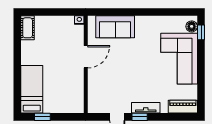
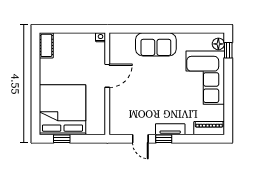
sofa: (115, 27) -> (156, 44), moved
bed: (32, 89) -> (62, 110), width x2.04

